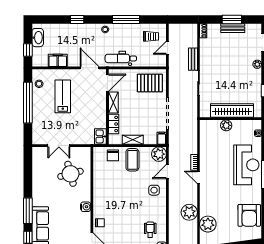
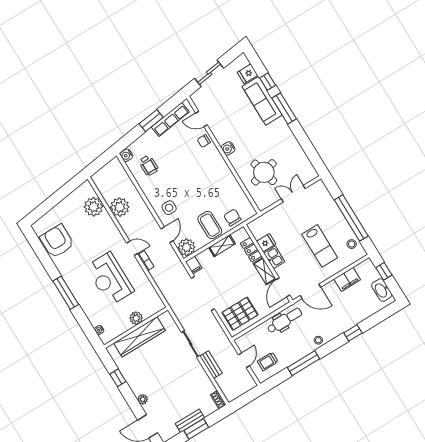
fridge: (100, 122) -> (266, 243), added
kitchen sink: (100, 136) -> (274, 257), moved
reception desk: (246, 165) -> (110, 279), moved

